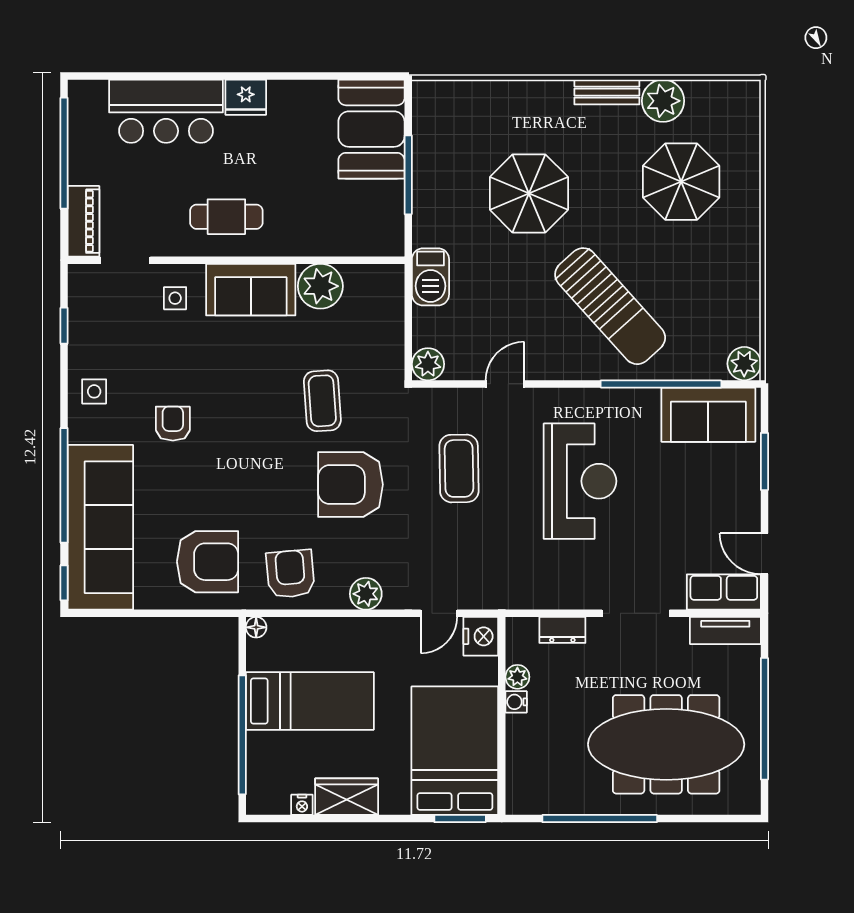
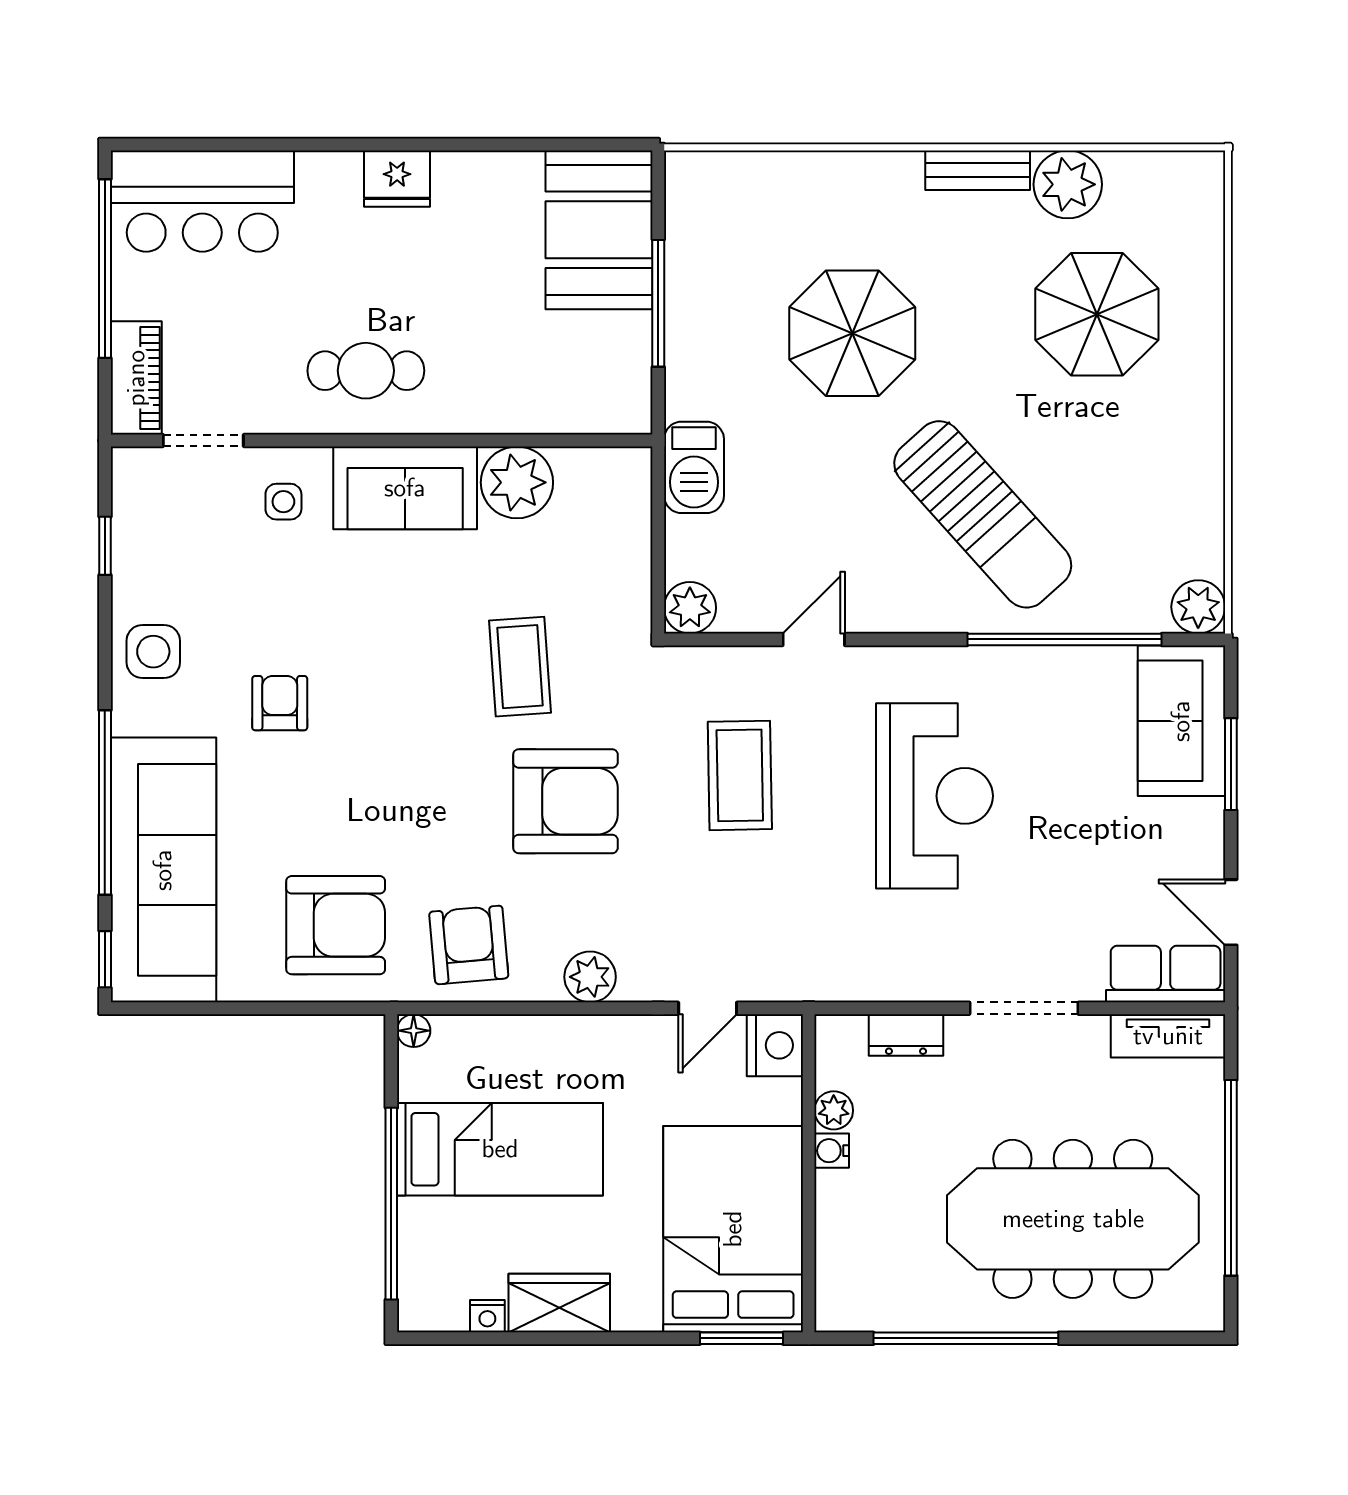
bar counter: (166, 111) -> (202, 201), moved
side table: (94, 391) -> (153, 652), width x1.37, depth x1.37
sofa: (708, 415) -> (1181, 721), moved, turned 90
armchair: (351, 485) -> (565, 801), turned 180

